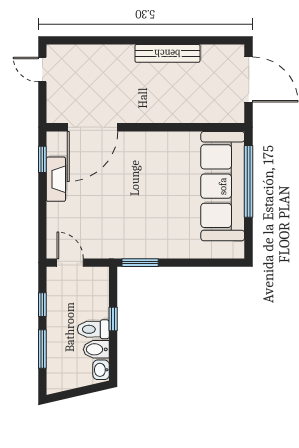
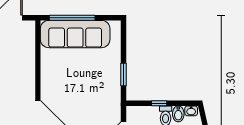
window: (140, 263) -> (123, 74), moved

